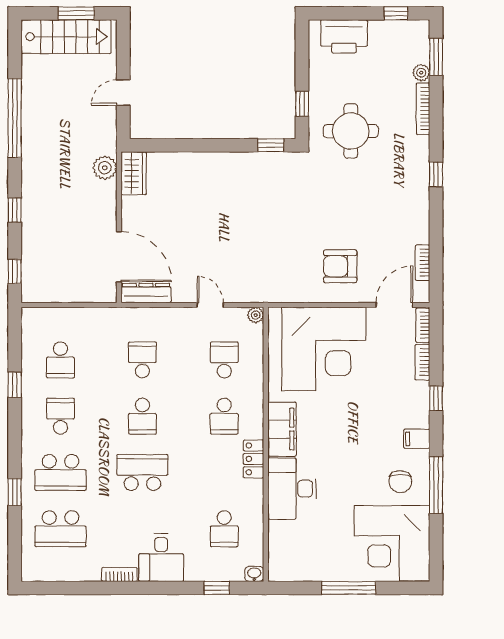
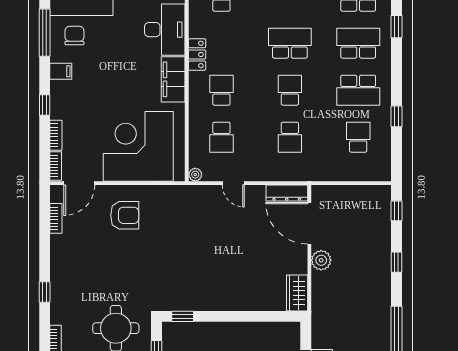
plant: (105, 168) -> (321, 260), moved
school desk: (60, 416) -> (358, 90), width x1.85
school desk: (142, 472) -> (290, 43), turned 180

